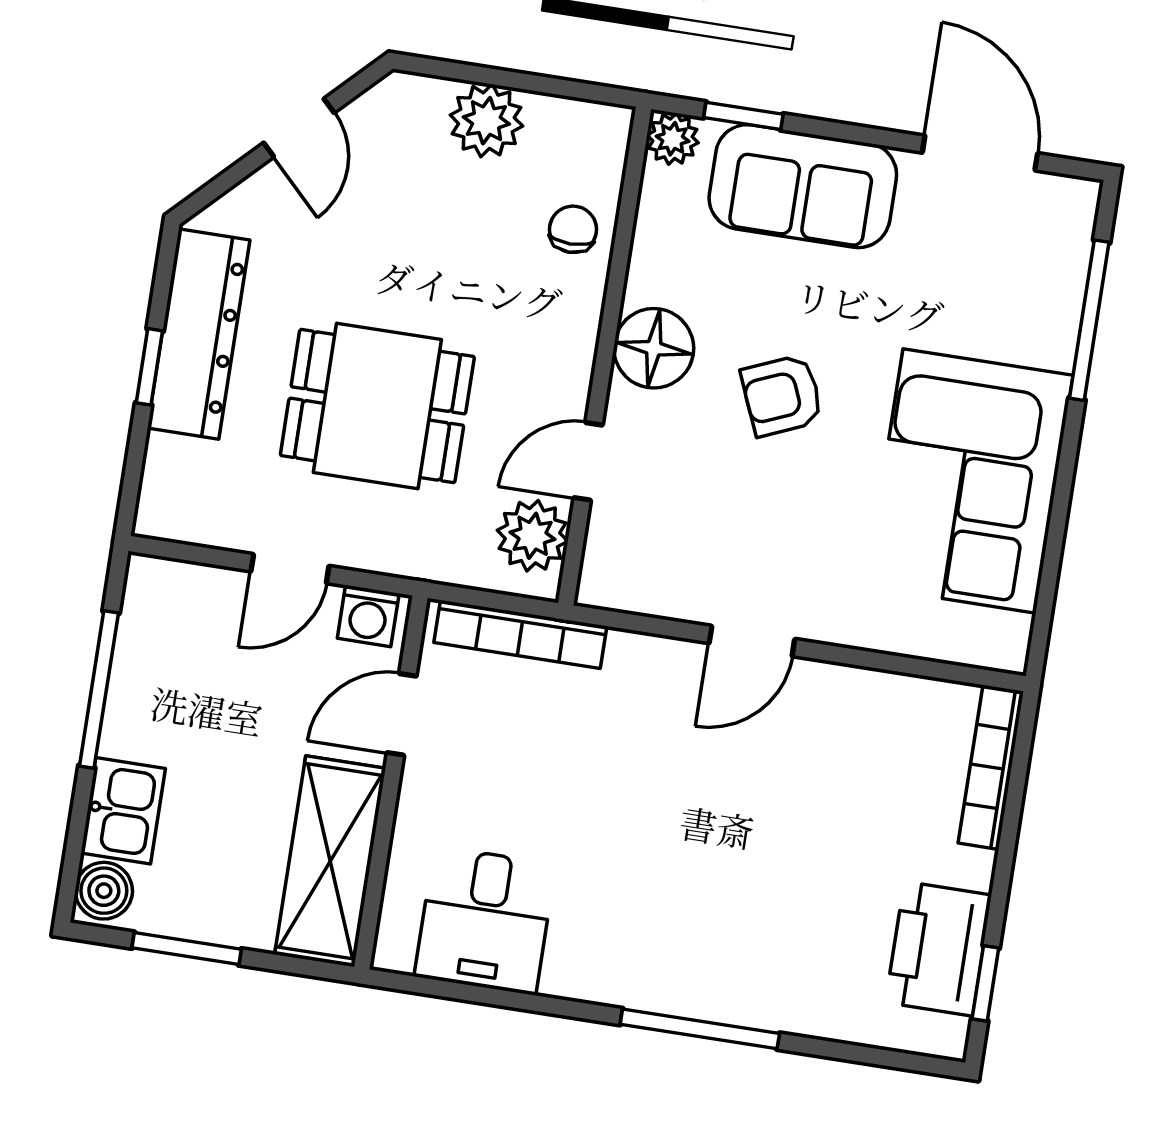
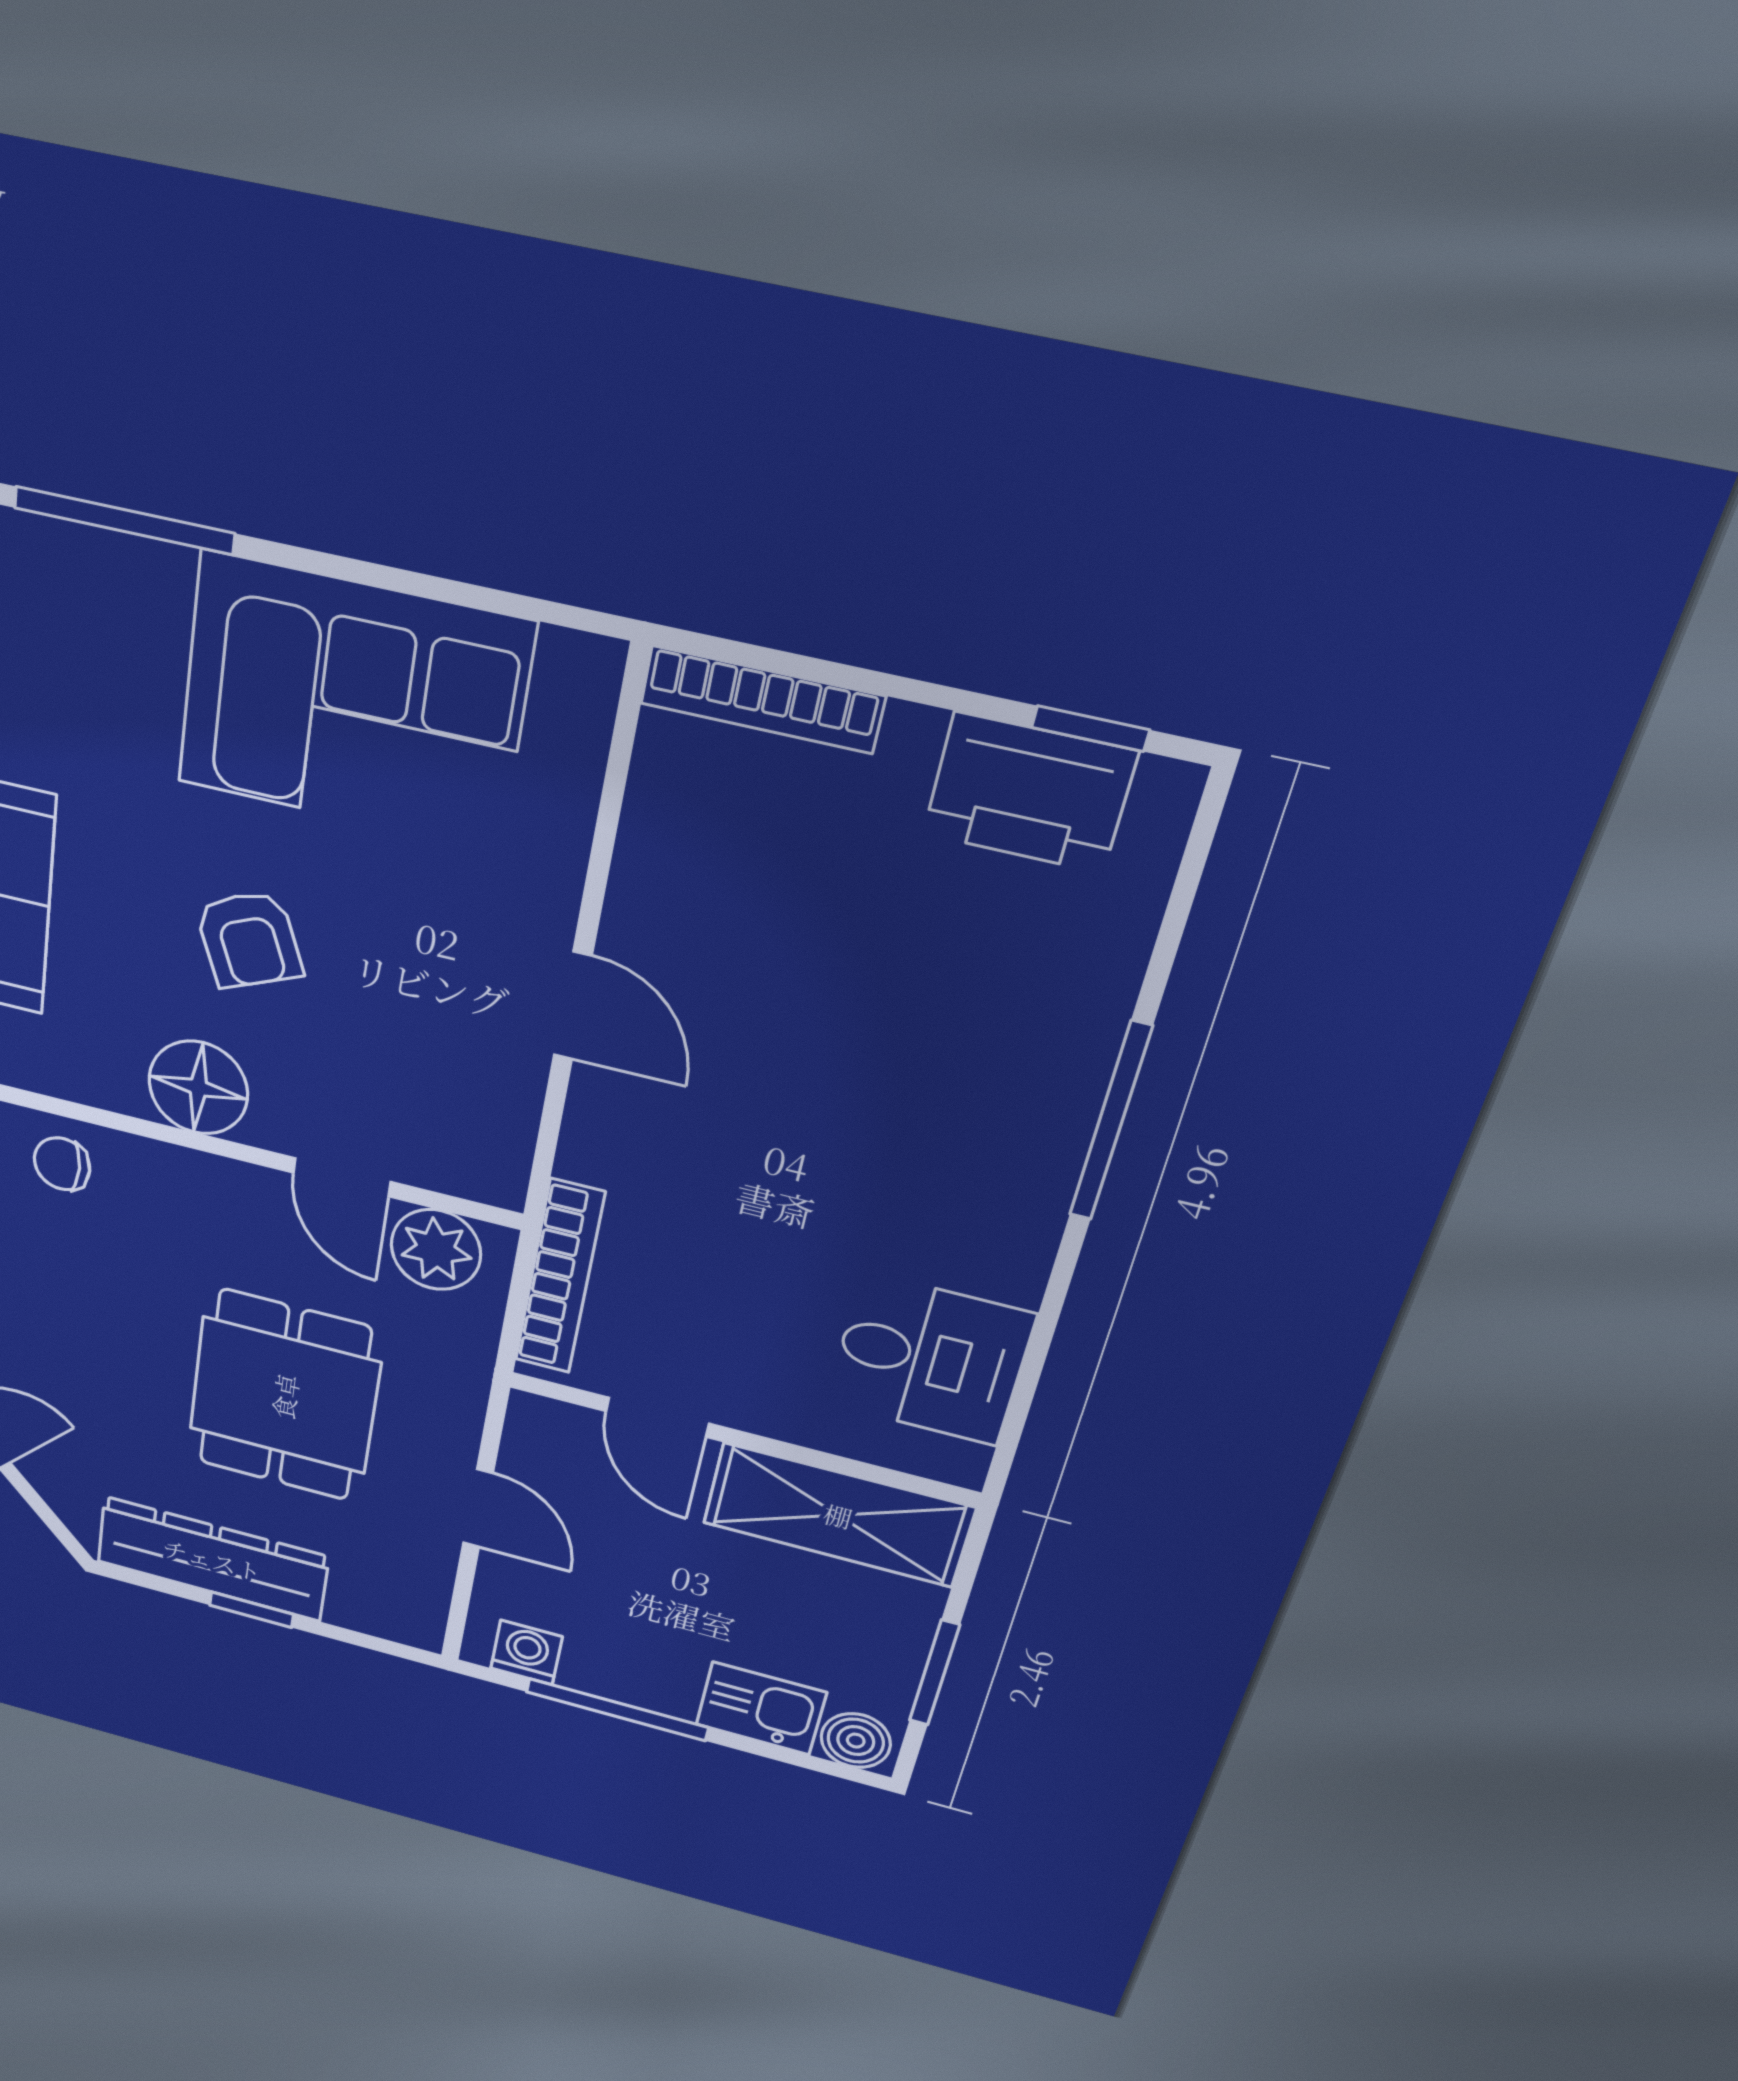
washing machine: (368, 616) -> (526, 1653), moved, turned -90

